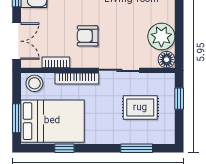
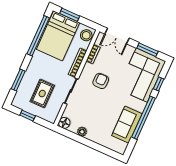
plant: (161, 37) -> (82, 132), width x0.53, depth x0.53
window: (179, 99) -> (28, 116), moved
window: (64, 148) -> (38, 36), width x3.17

